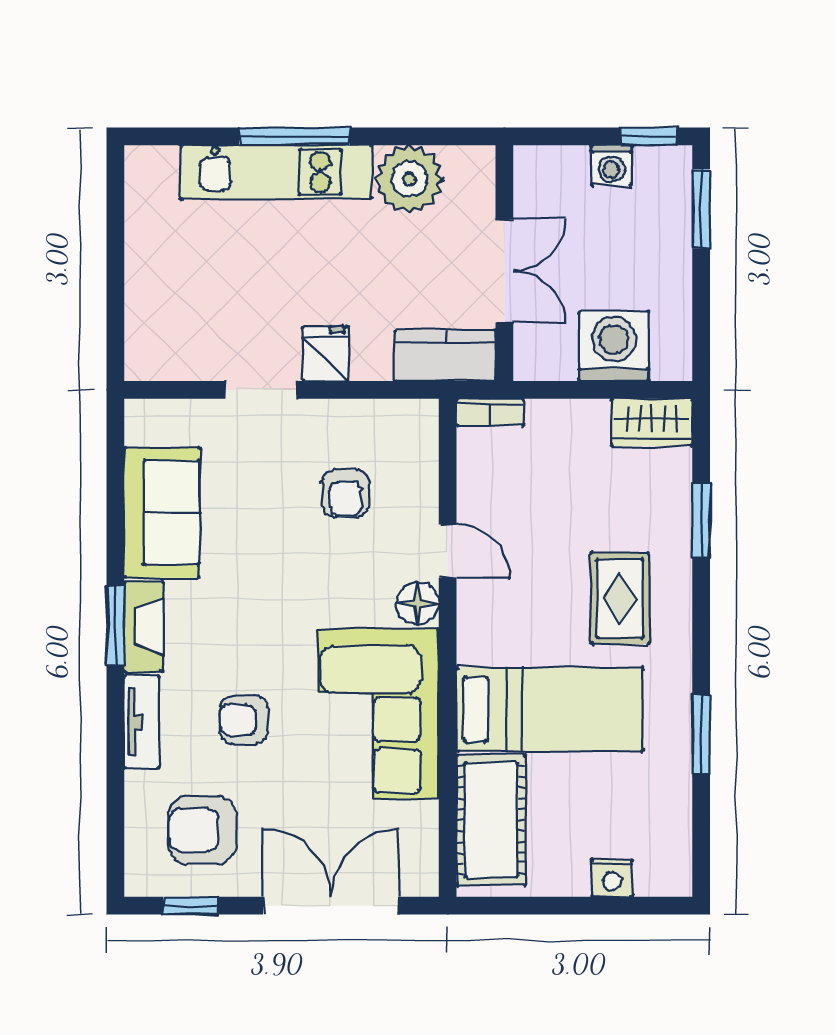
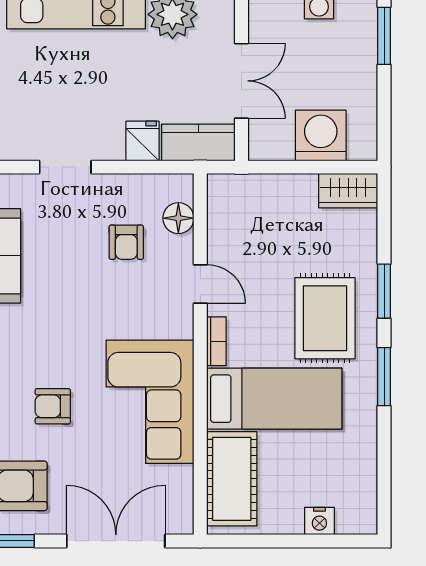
fridge: (325, 354) -> (142, 141), moved
bookcase: (490, 412) -> (216, 341), moved, turned -90
window: (701, 520) -> (384, 291), moved
rug: (620, 598) -> (325, 318), width x1.36, depth x1.43
floor lamp: (417, 604) -> (178, 218), moved
window: (701, 735) -> (384, 377), moved

